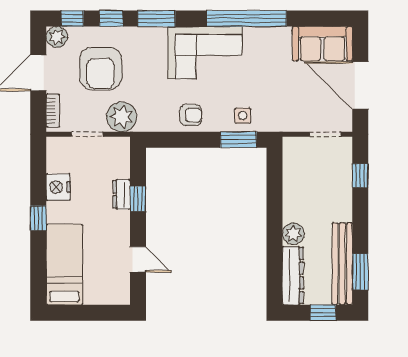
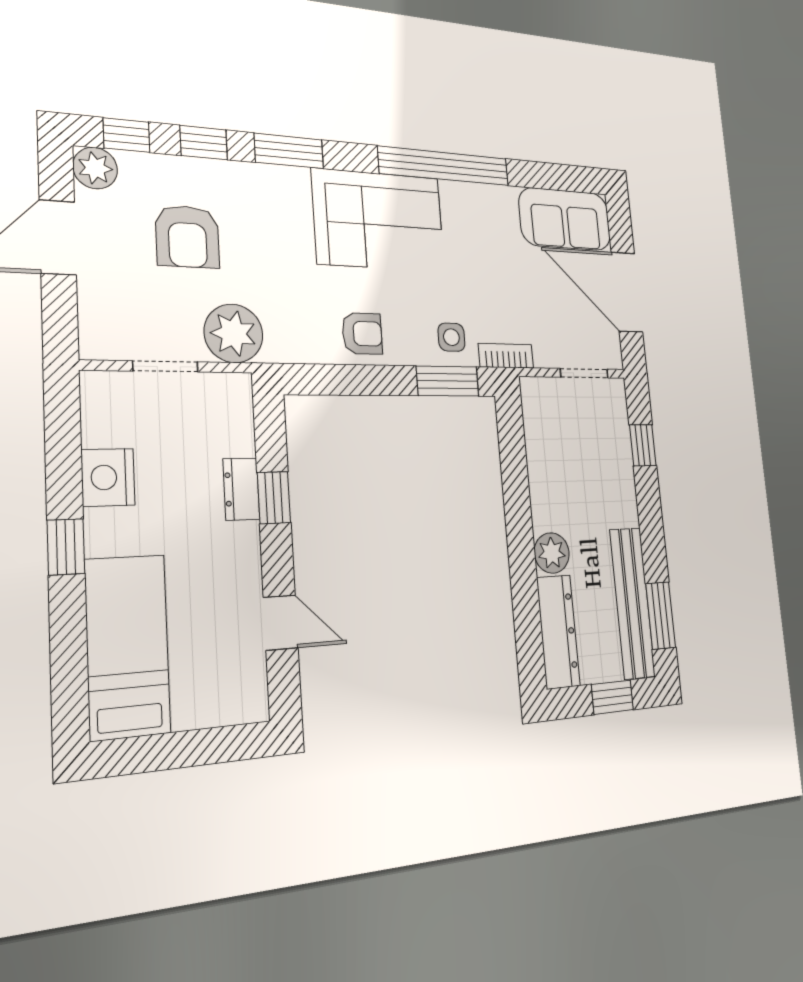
armchair: (101, 68) -> (187, 237), width x0.73, depth x0.73
bookcase: (53, 111) -> (506, 356), moved, turned -90

